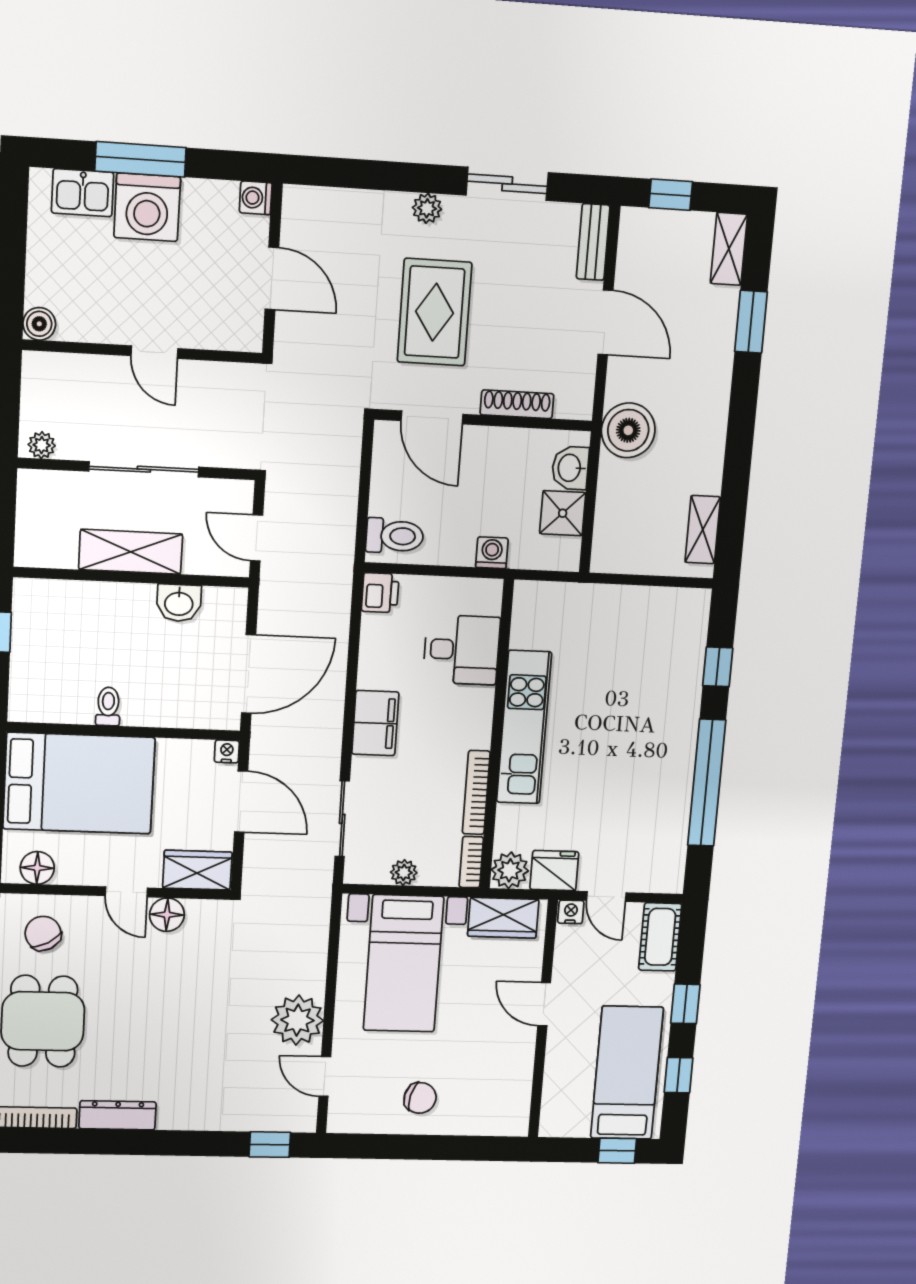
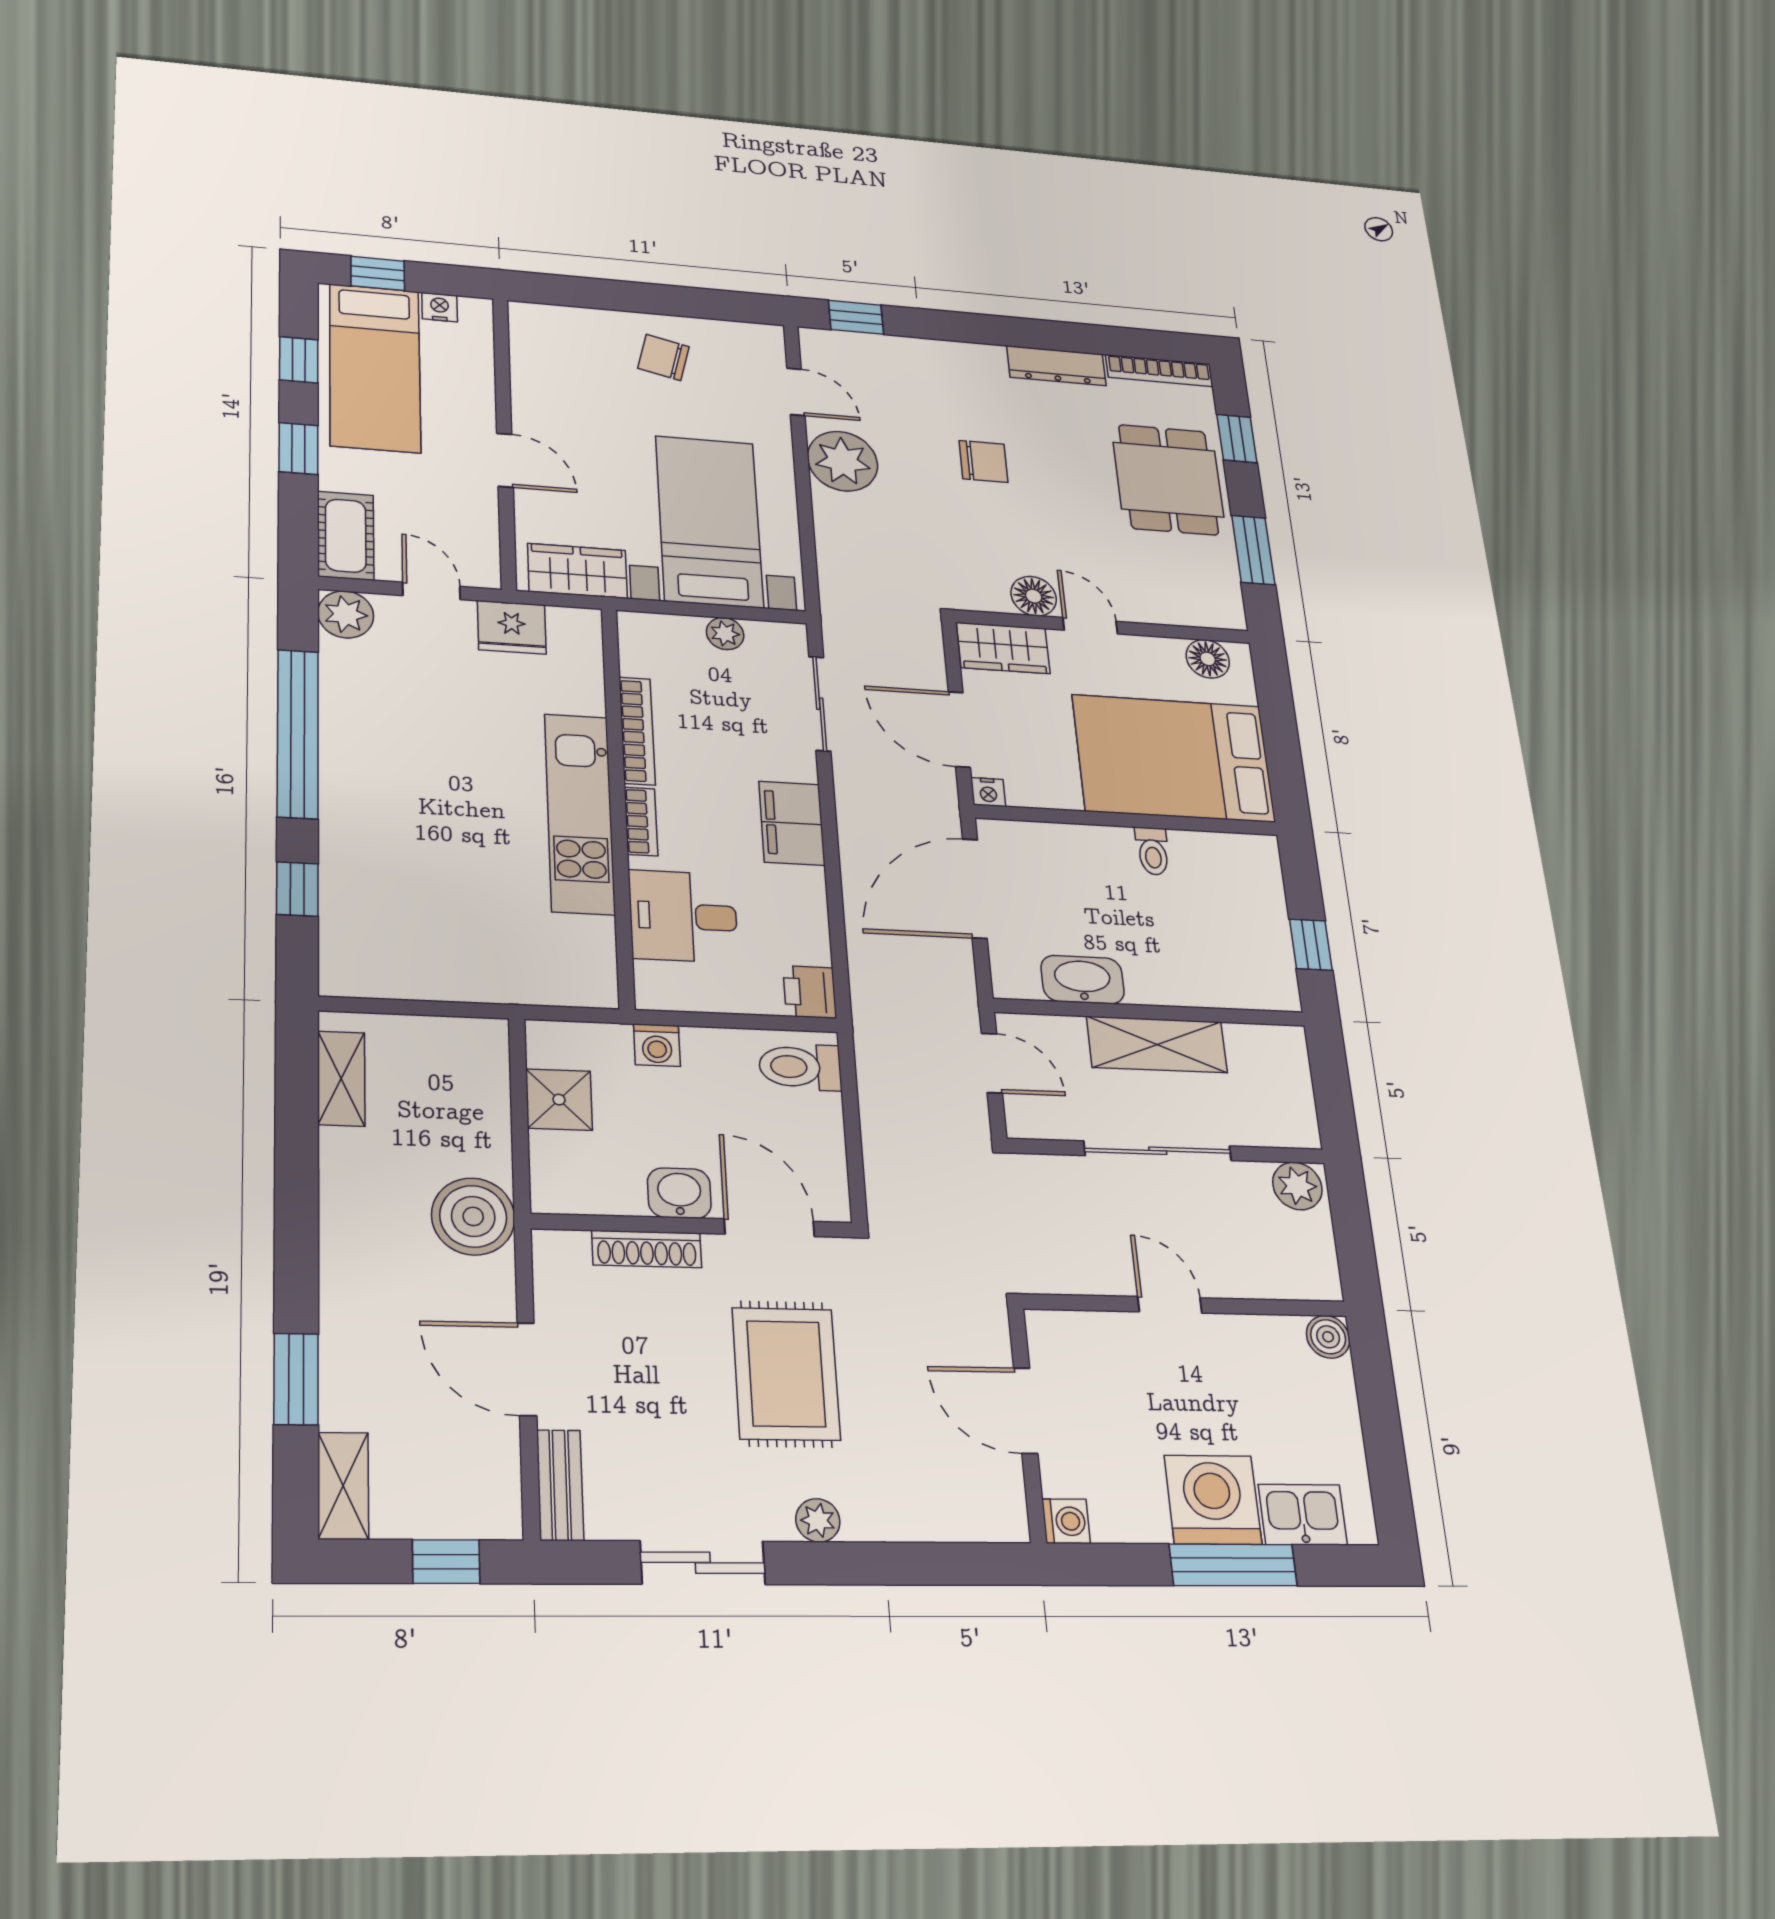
plant: (42, 445) -> (1297, 1186), width x1.38, depth x1.38
washbasin: (570, 468) -> (679, 1193), moved, turned -90
washbasin: (179, 603) -> (1083, 980), width x1.38
bookcase: (471, 862) -> (641, 821), moved
plant: (510, 870) -> (346, 614), moved
nightstand: (571, 912) -> (440, 307), moved, turned 180
chair: (43, 933) -> (983, 461), moved, turned -61

